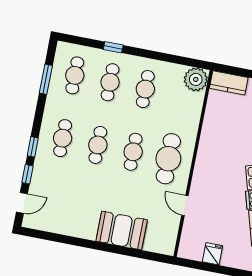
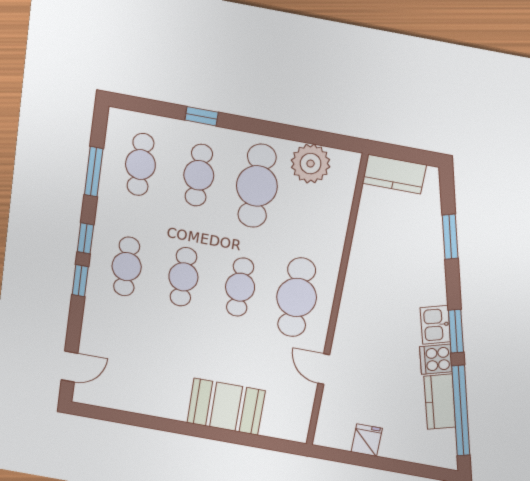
plant: (196, 79) -> (311, 164), moved
cafe table: (145, 89) -> (257, 186), width x1.37, depth x1.35
window: (27, 174) -> (85, 238), moved

